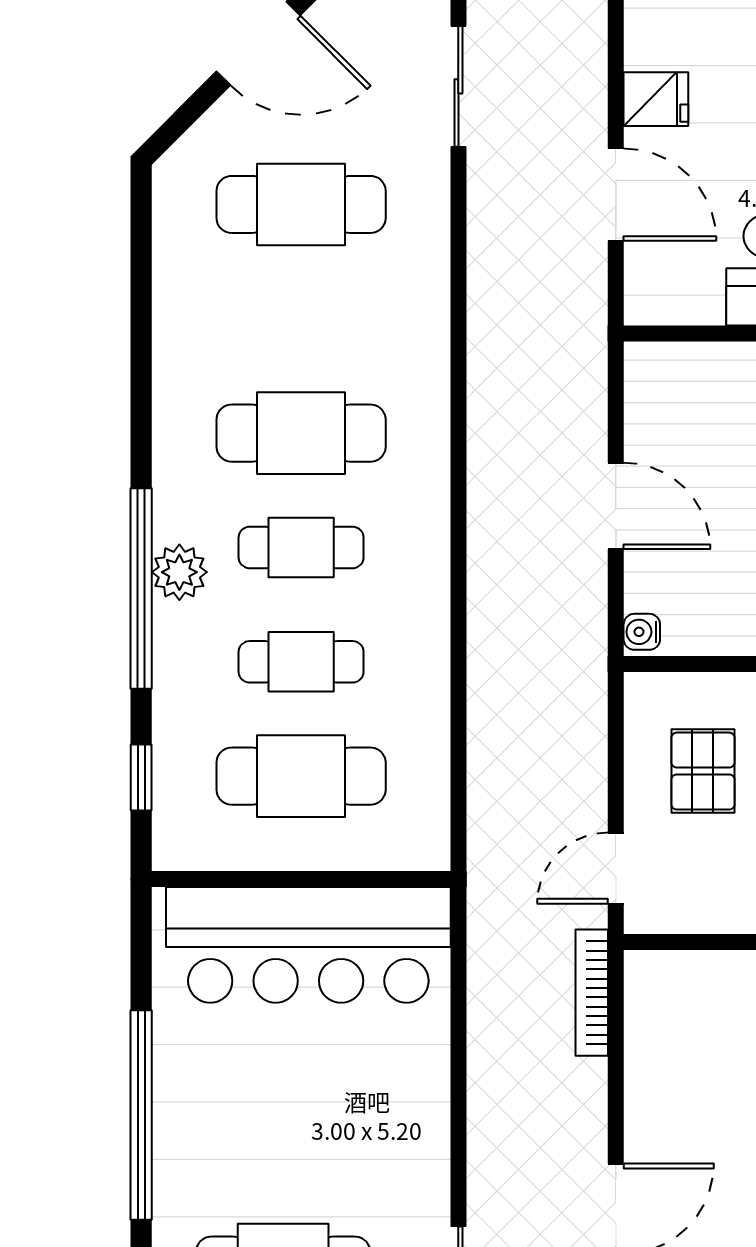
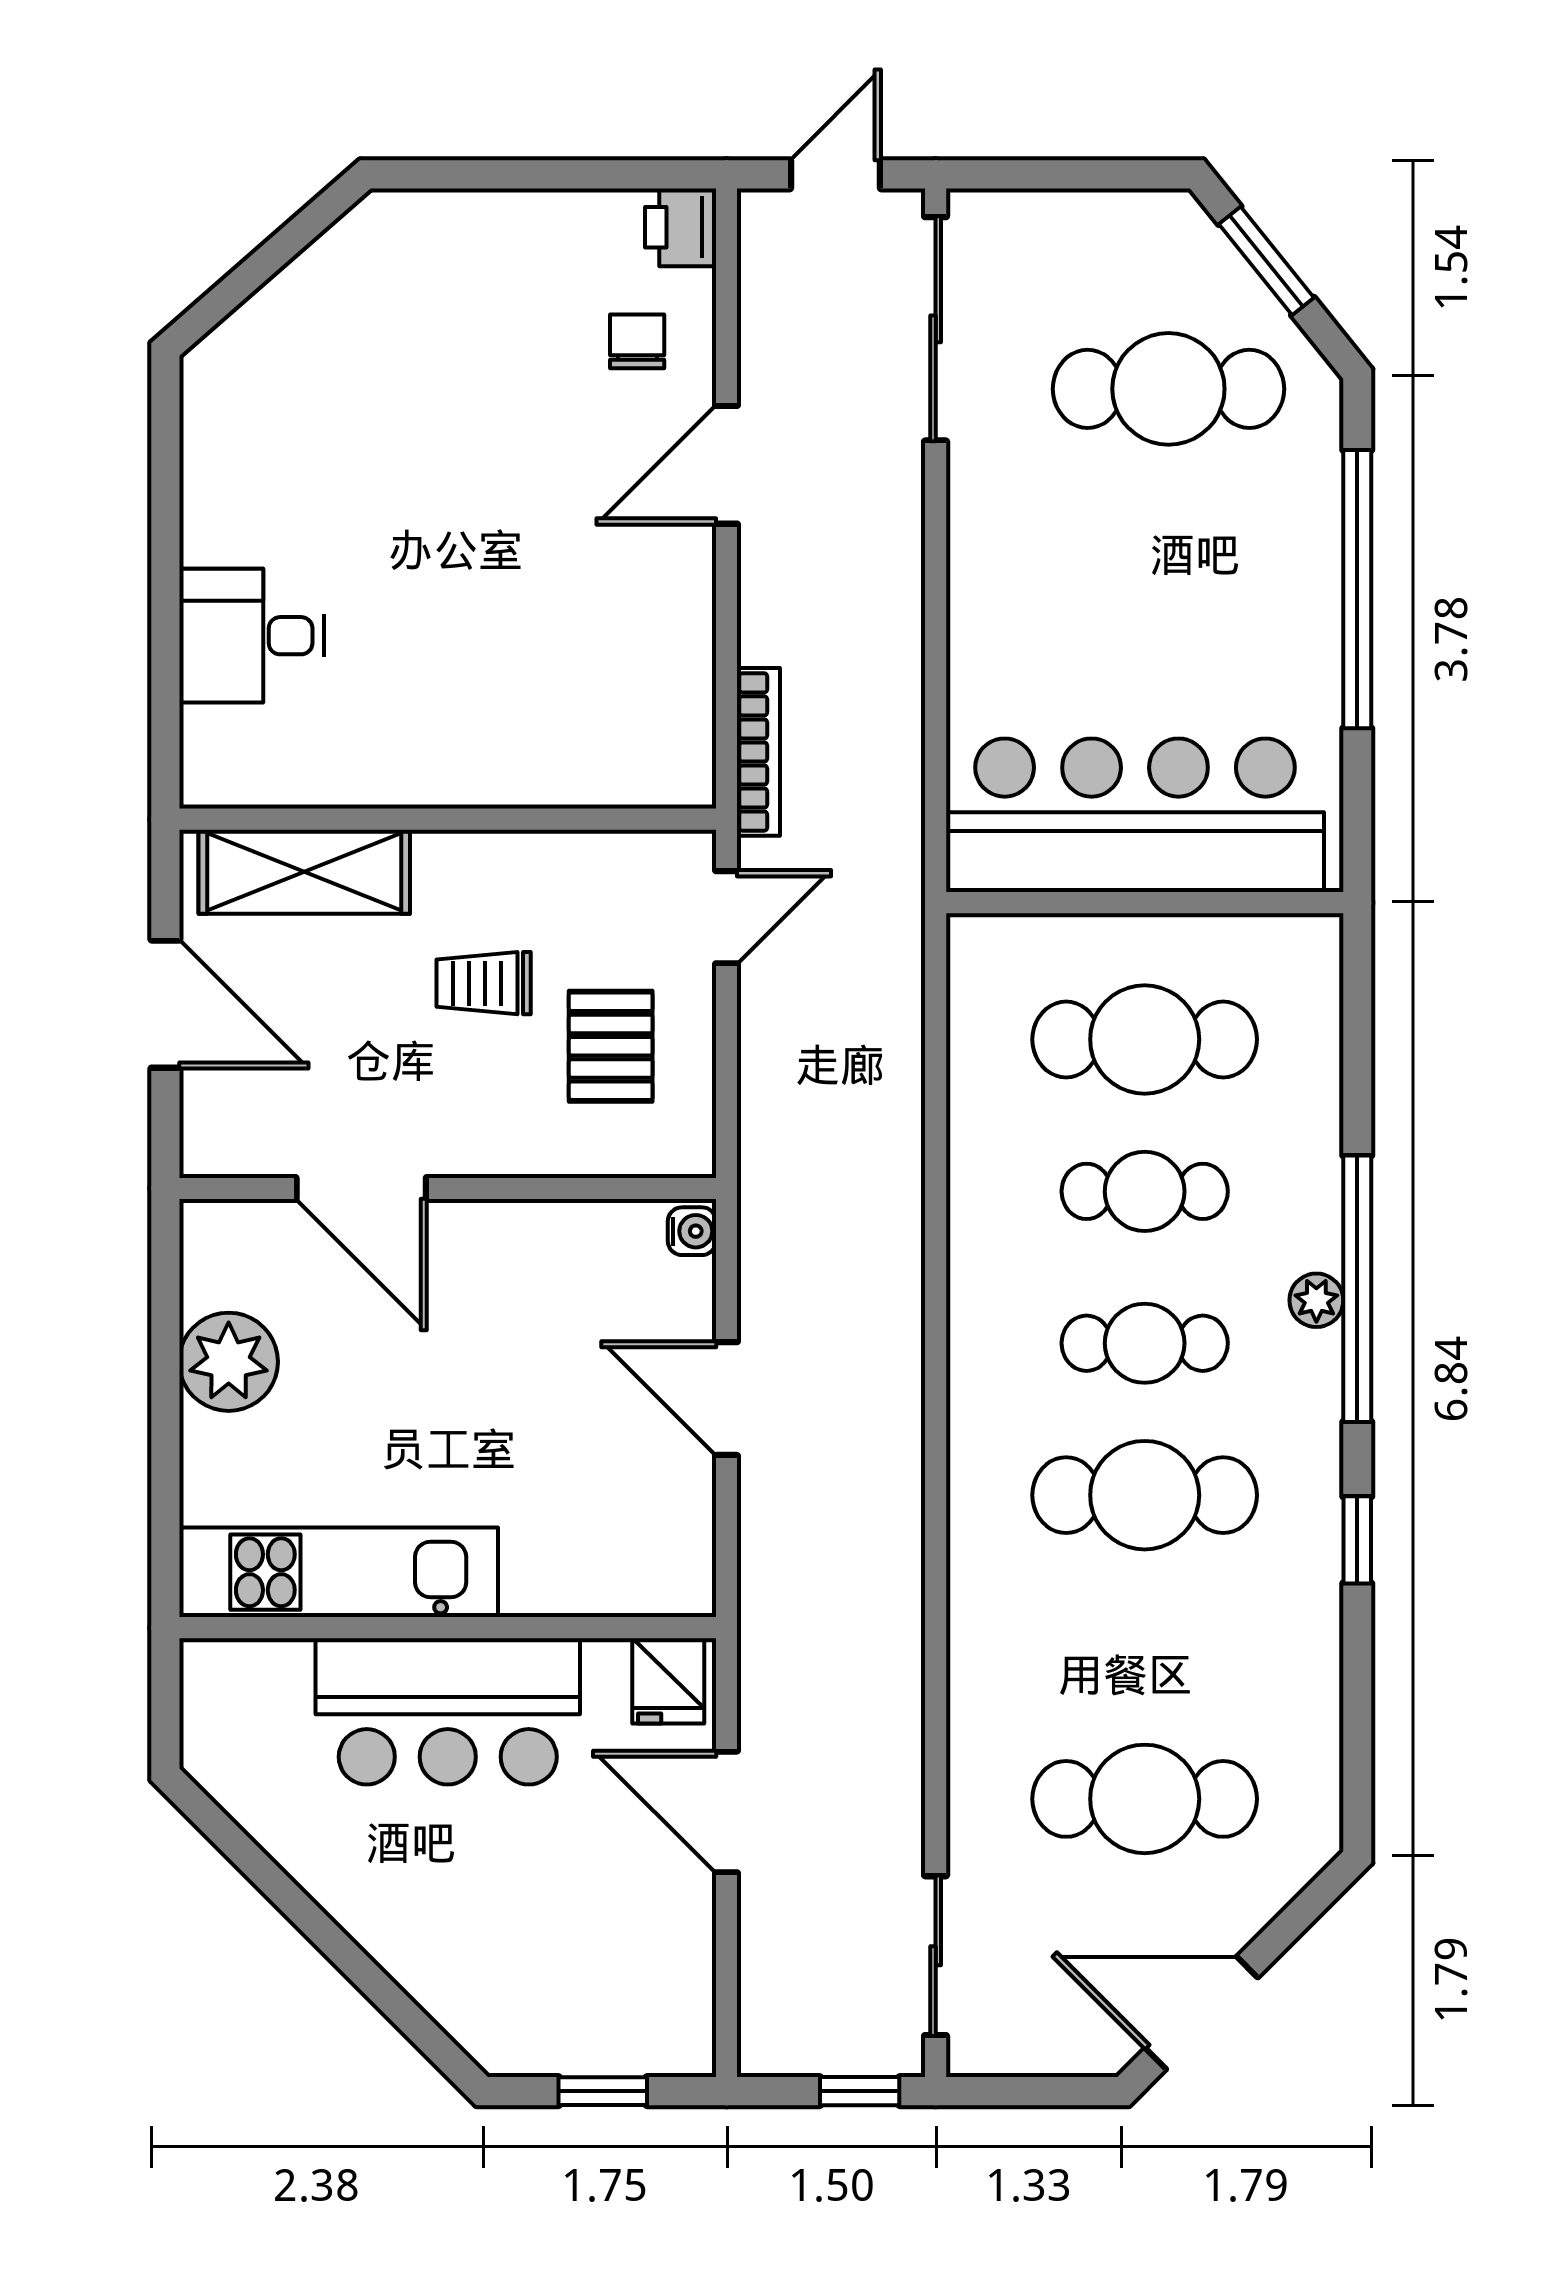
fridge: (656, 99) -> (668, 1681), moved, turned -90
plant: (179, 572) -> (1316, 1300), width x0.73, depth x0.73
window: (141, 778) -> (1357, 1540), moved

